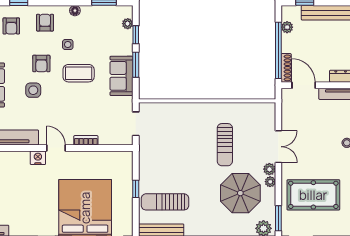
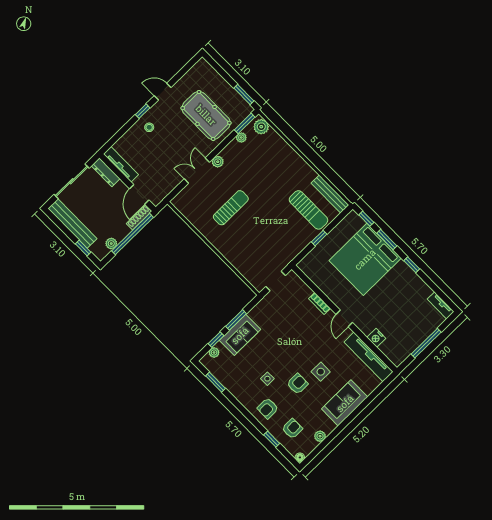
floor lamp: (75, 11) -> (240, 396), removed
coffee table: (79, 73) -> (279, 353), removed
sofa: (121, 76) -> (240, 335), moved
nightstand: (38, 158) -> (376, 338), moved
plant: (270, 182) -> (241, 137), moved
parasol: (240, 193) -> (253, 165), removed

